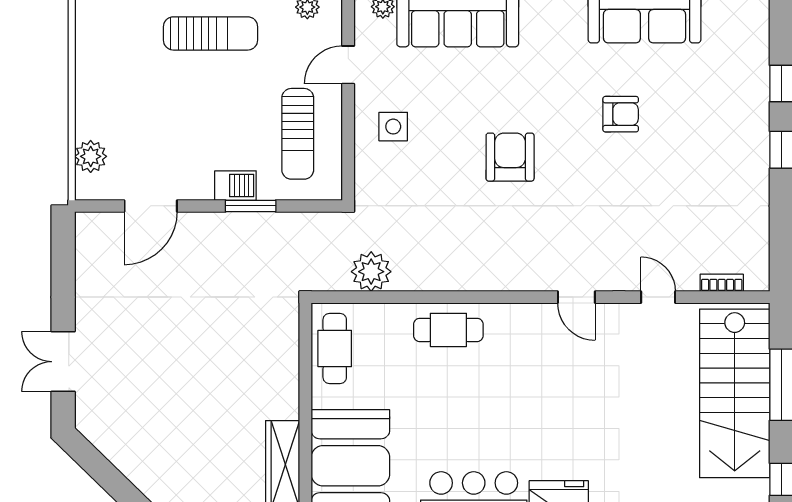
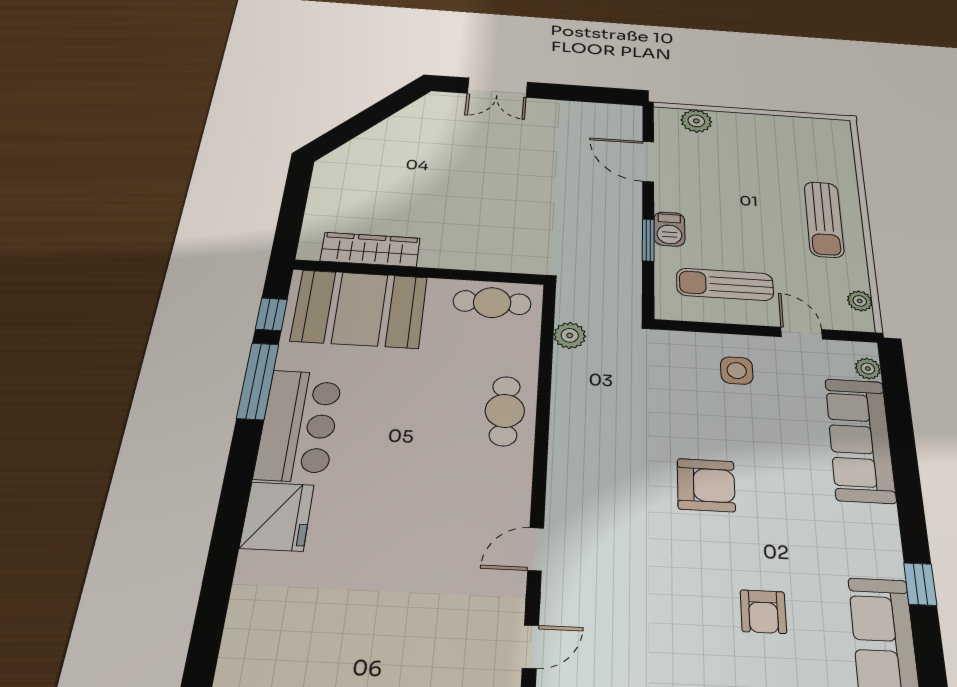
plant: (371, 272) -> (570, 335), width x0.73, depth x0.73
double door: (63, 362) -> (497, 88), swing flipped

